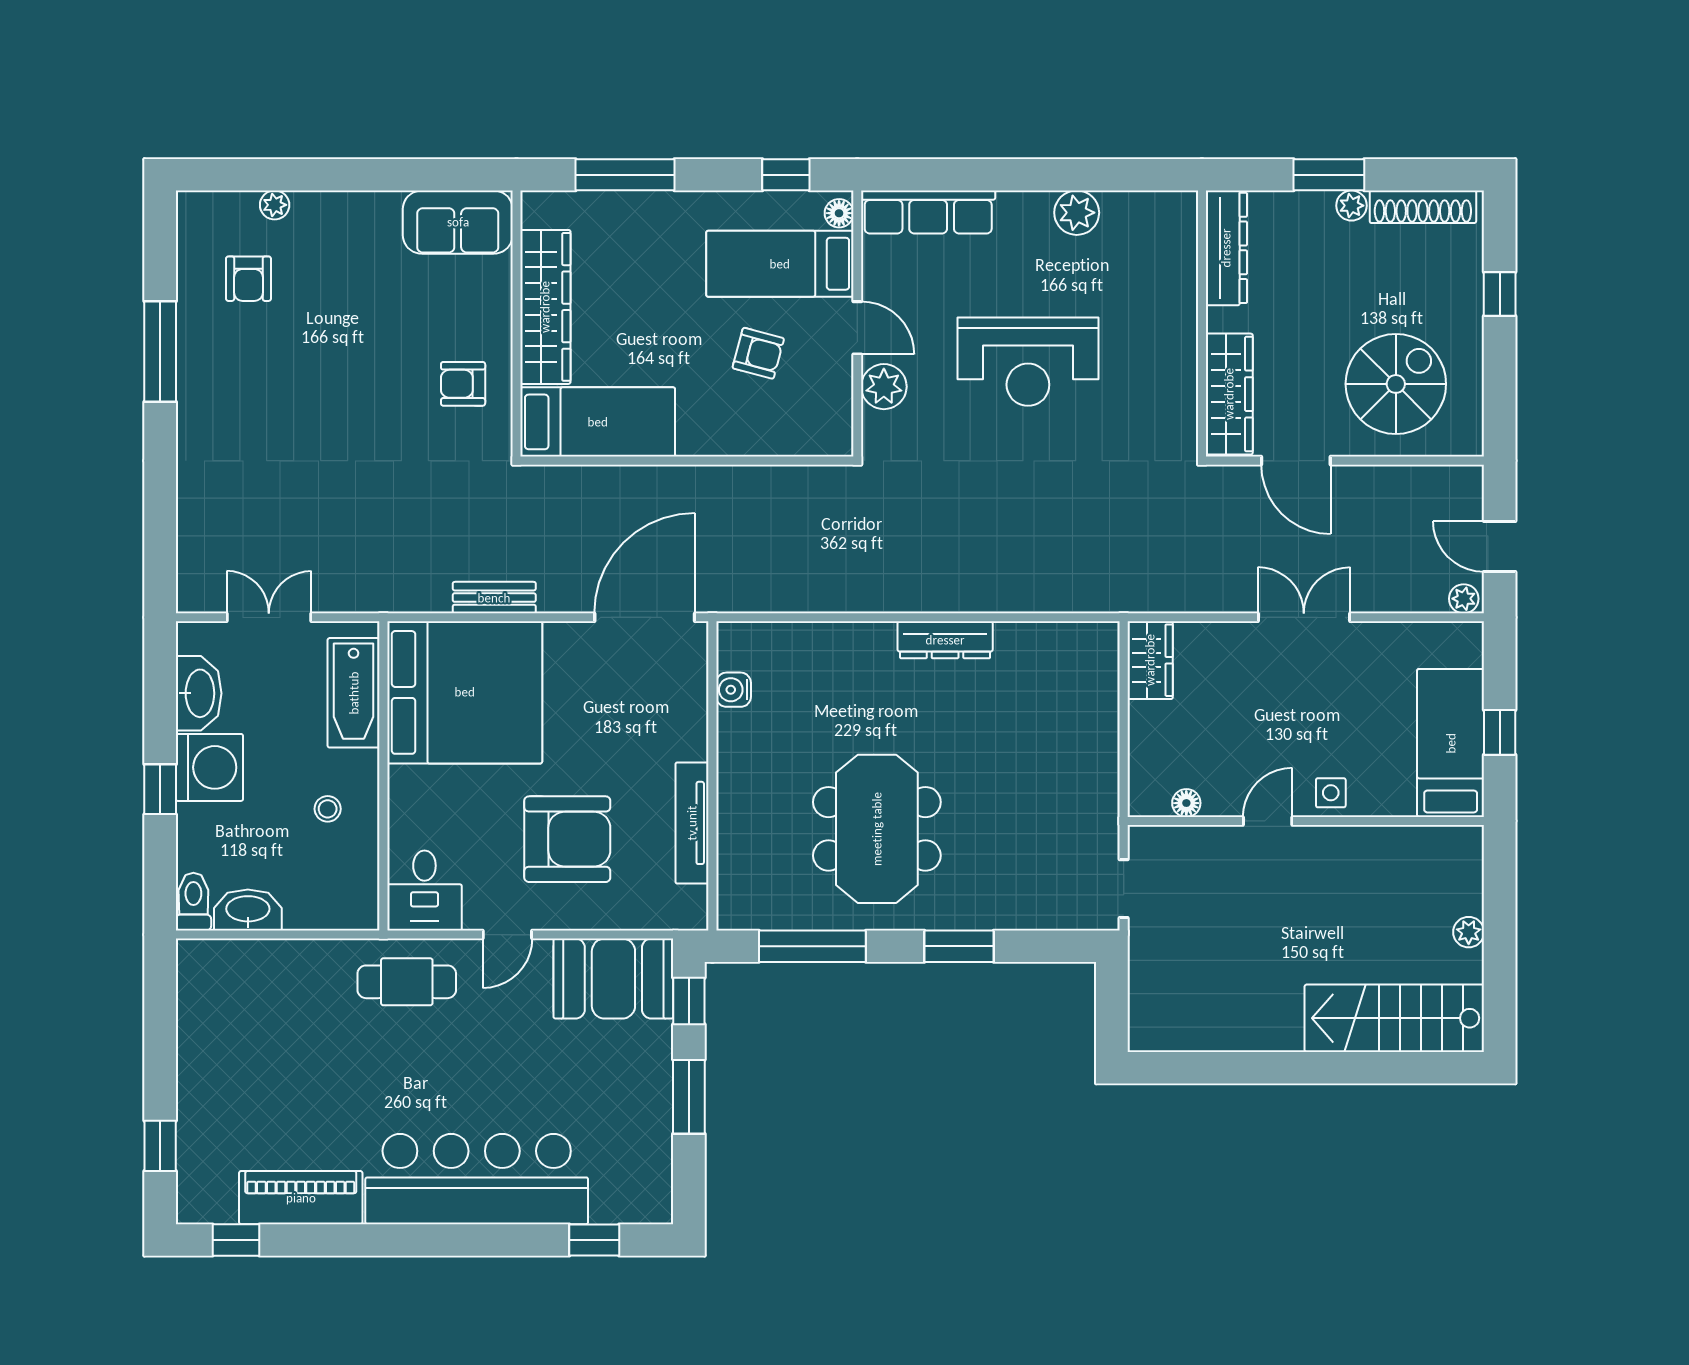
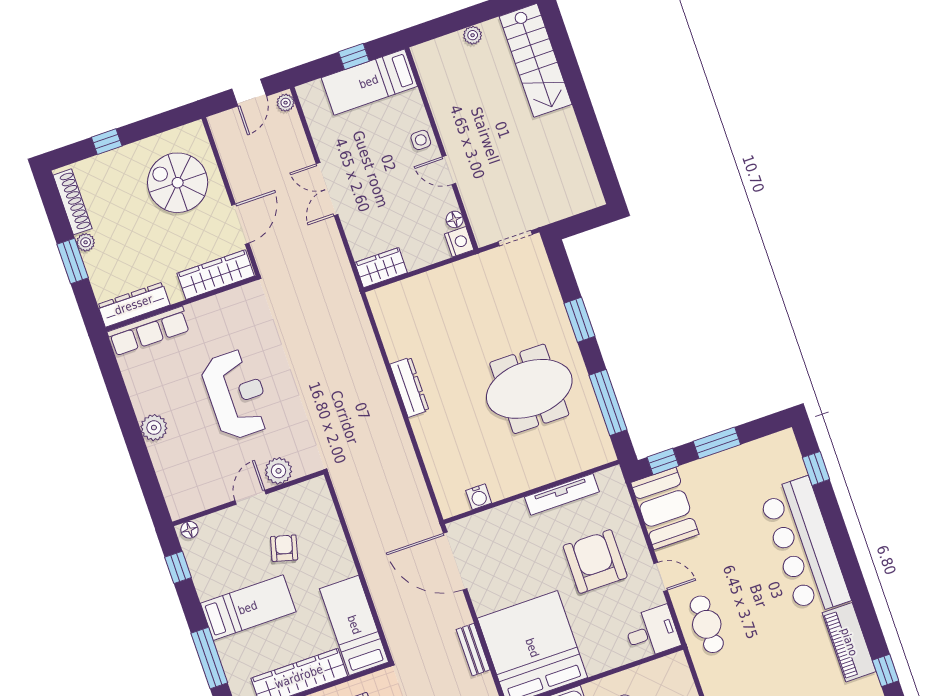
row of seats: (928, 212) -> (149, 331), moved, turned 90
plant: (1077, 213) -> (154, 428), moved
bed: (780, 264) -> (248, 608), moved, turned -90
nightstand: (1148, 798) -> (459, 242), added

